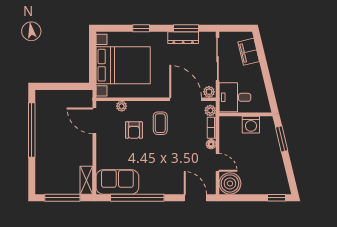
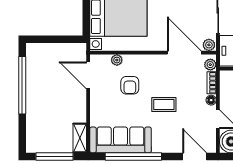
coffee table: (160, 123) -> (164, 104), moved, turned 90
sofa: (117, 182) -> (121, 140), width x1.36

